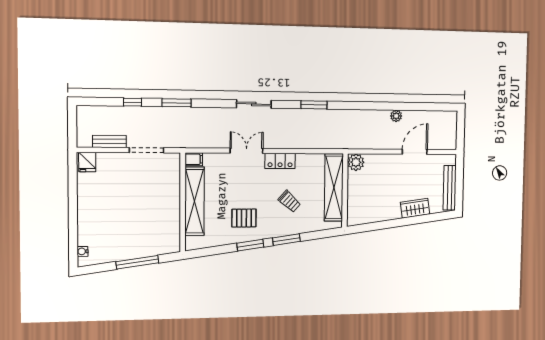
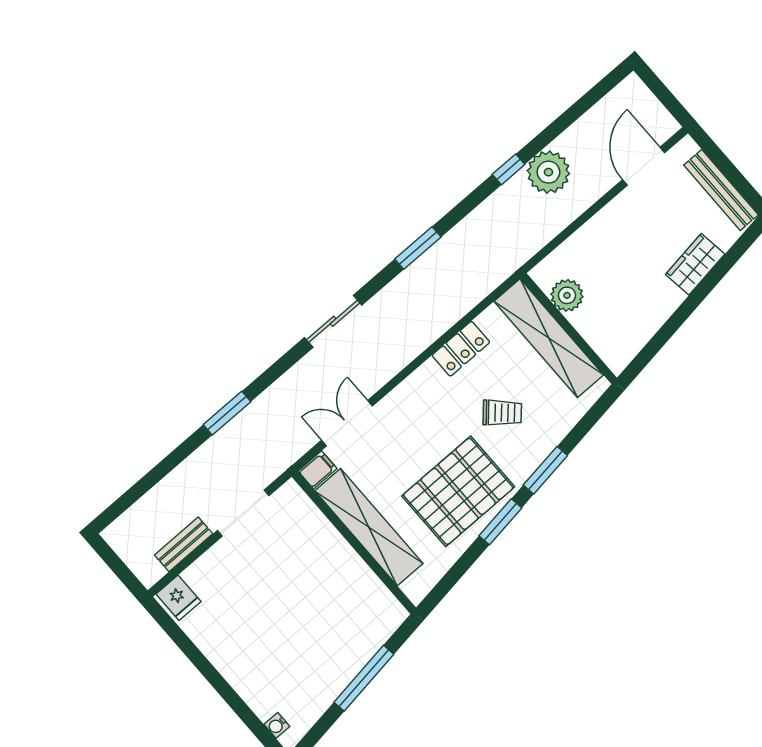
window: (132, 102) -> (509, 169), moved
plant: (396, 116) -> (548, 172), width x1.88, depth x1.88
double door: (247, 151) -> (347, 423), moved
door: (415, 152) -> (644, 166), moved
locker: (280, 161) -> (461, 349), moved
plant: (356, 162) -> (567, 295), moved
pallet: (244, 218) -> (458, 491), width x2.05, depth x2.00

